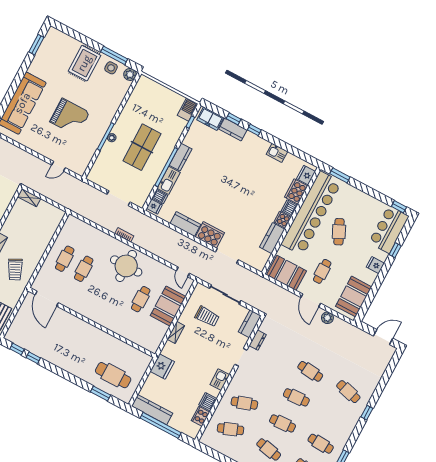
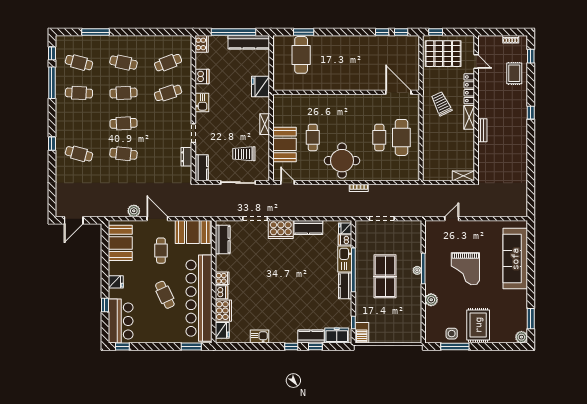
plant: (53, 33) -> (521, 337), added
plant: (130, 74) -> (431, 300), moved
grand piano: (70, 117) -> (465, 269), turned -90
kitchen counter: (272, 238) -> (223, 240), moved
cafe table: (65, 259) -> (401, 137), width x1.37, depth x1.35
cafe table: (113, 375) -> (301, 55), turned 90
cooker: (201, 416) -> (202, 44), moved

